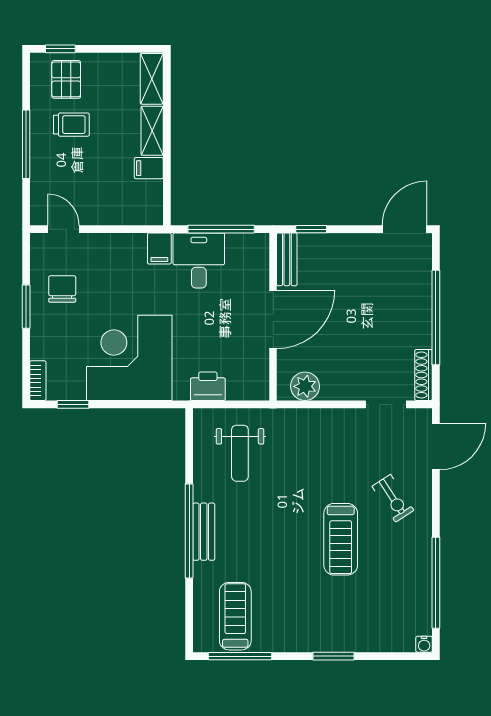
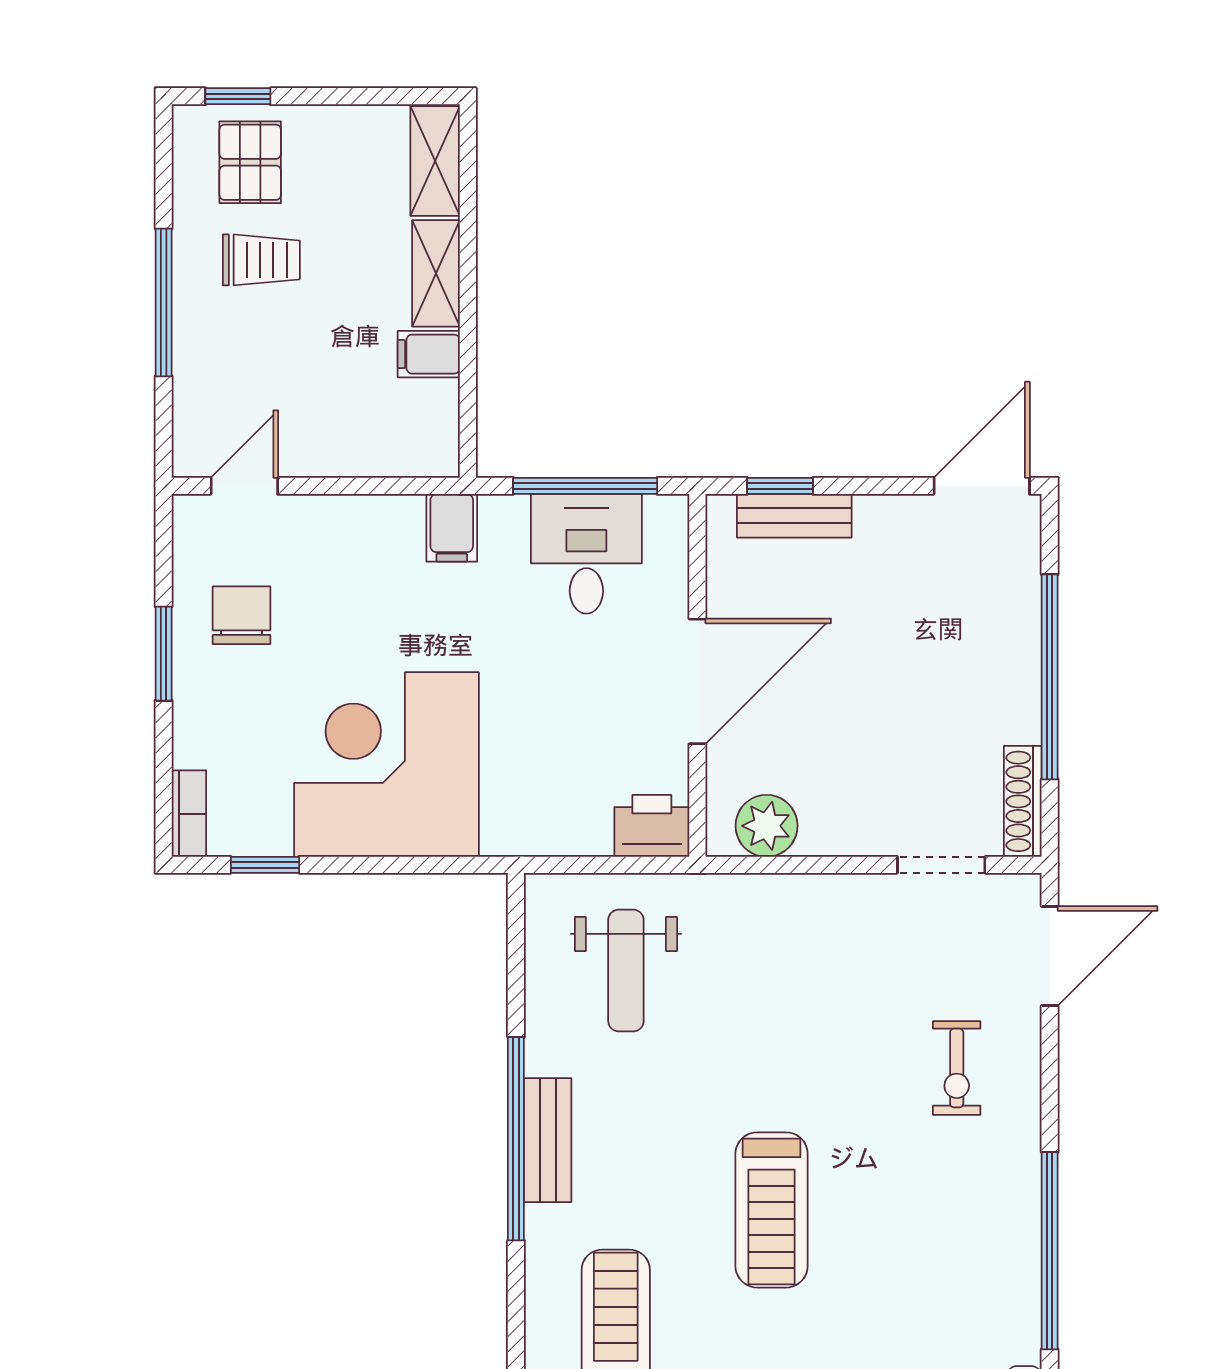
door: (63, 229) -> (244, 486), hinge flipped
bench: (287, 259) -> (794, 516), moved, turned 90
desk: (199, 260) -> (586, 554), moved
printer: (208, 386) -> (652, 826), moved
exercise bike: (393, 498) -> (957, 1068), turned 33
treadmill: (341, 539) -> (772, 1210), moved

